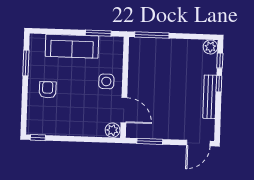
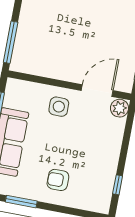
window: (38, 138) -> (118, 185), moved

